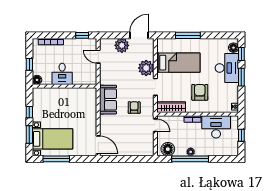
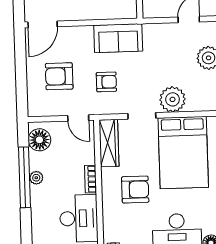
bed: (178, 63) -> (183, 153), width x1.50
door: (155, 125) -> (78, 118), hinge flipped
armchair: (130, 136) -> (59, 76), added

